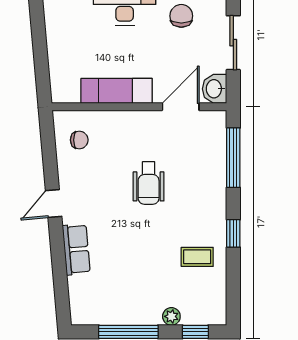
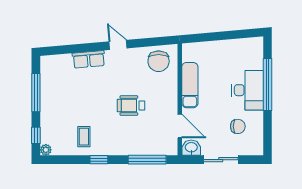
chair: (79, 140) -> (159, 61), width x1.87, depth x1.87
plant: (171, 316) -> (46, 150), moved

